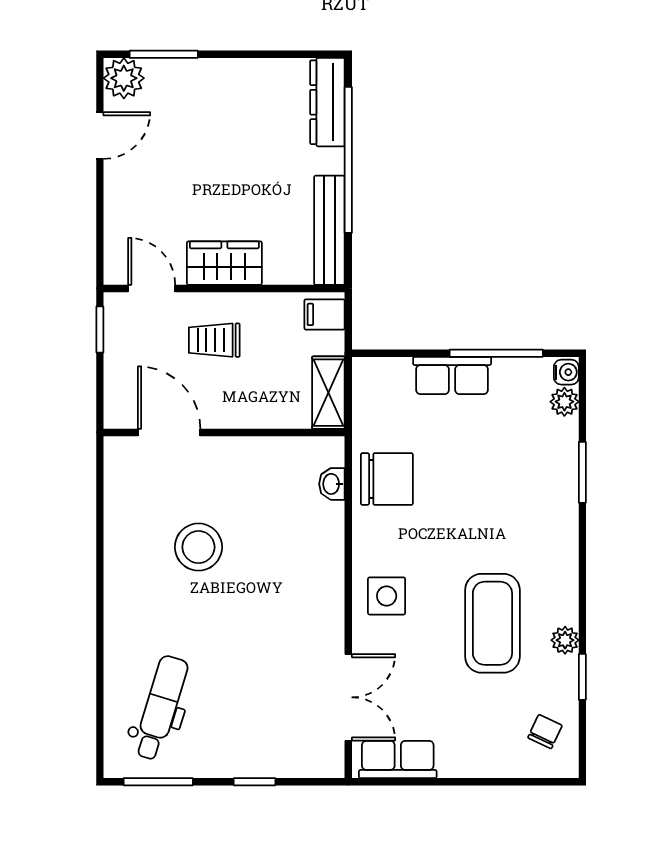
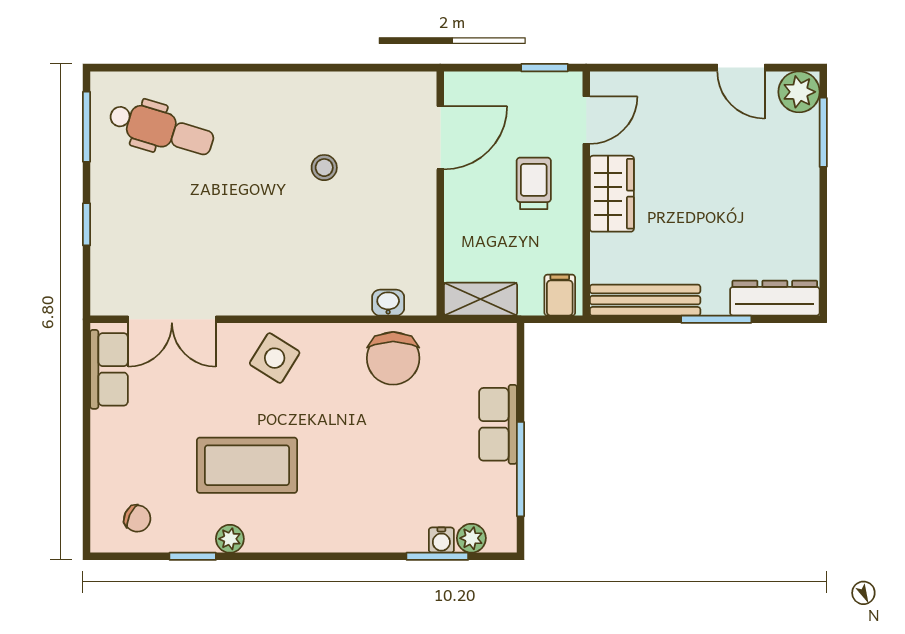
window: (348, 160) -> (716, 319), width x0.47
water cooler: (566, 372) -> (441, 540), moved
window: (582, 472) -> (437, 556), moved
stool: (198, 547) -> (324, 168), width x0.53, depth x0.53
side table: (387, 596) -> (275, 358), turned 32

